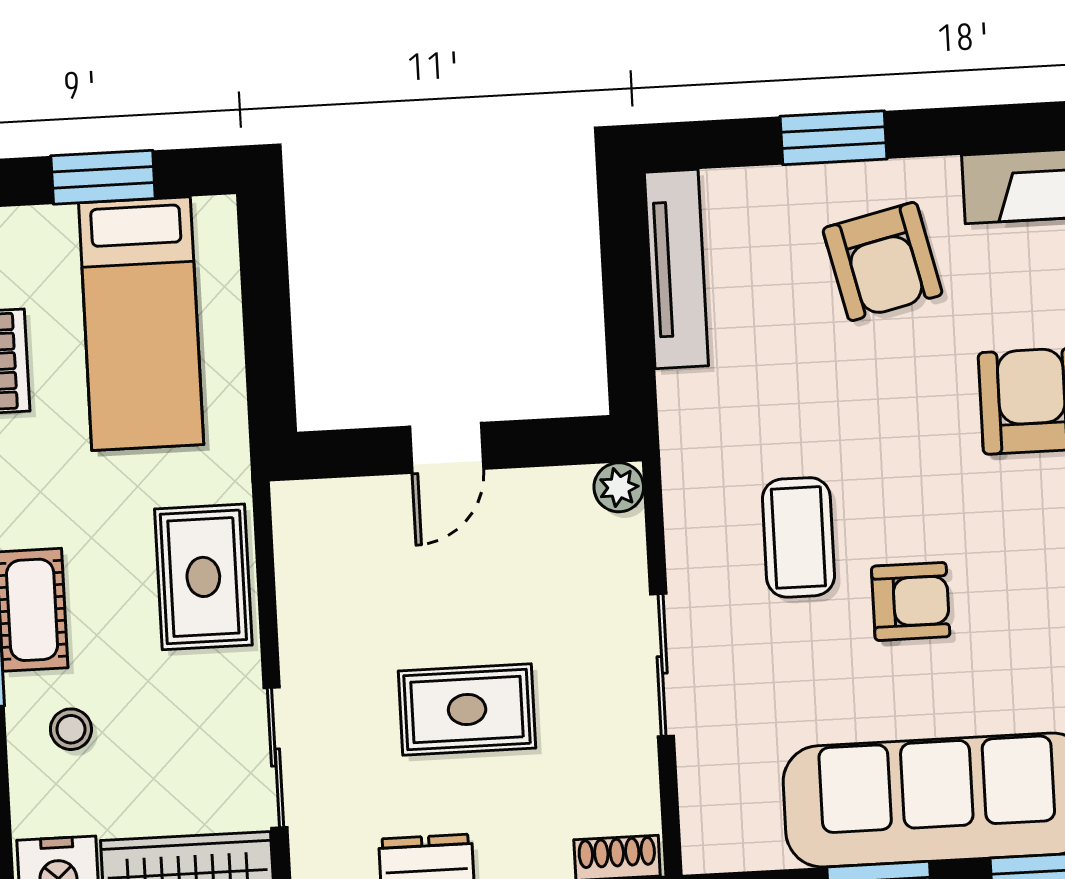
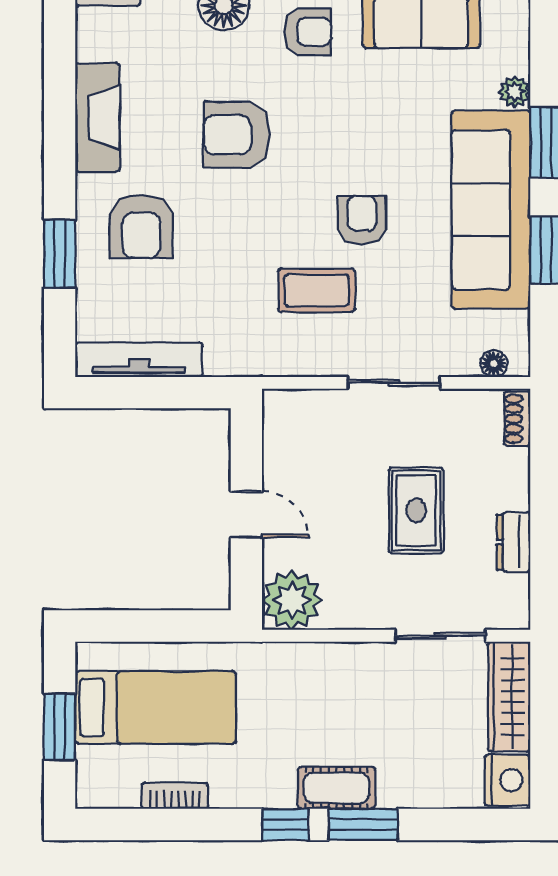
armchair: (883, 261) -> (141, 226), turned 103
plant: (619, 487) -> (292, 600), moved, width x1.88, depth x1.88
rug: (203, 577) -> (321, 676), removed
stool: (71, 729) -> (415, 767), removed
floor lamp: (700, 817) -> (494, 364), added

